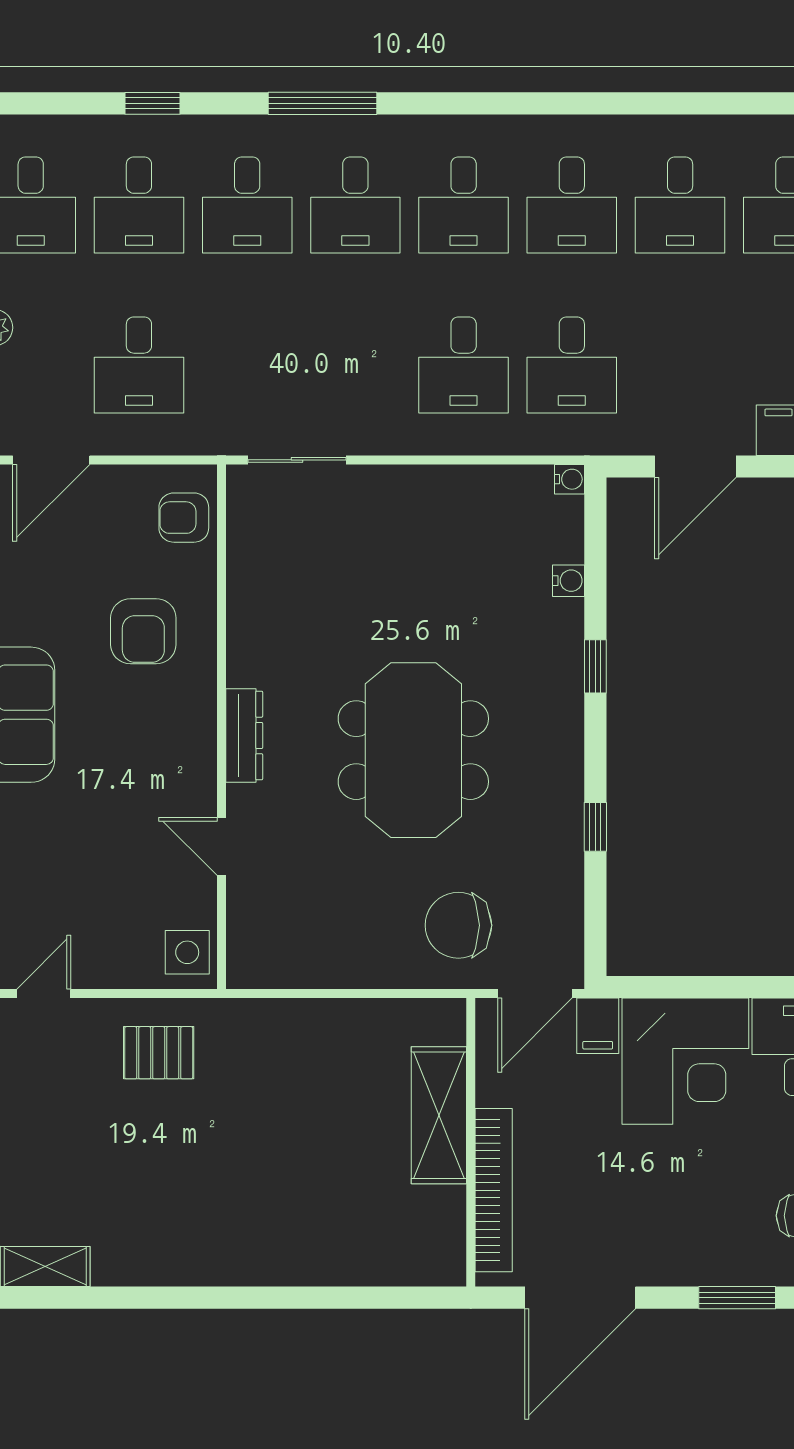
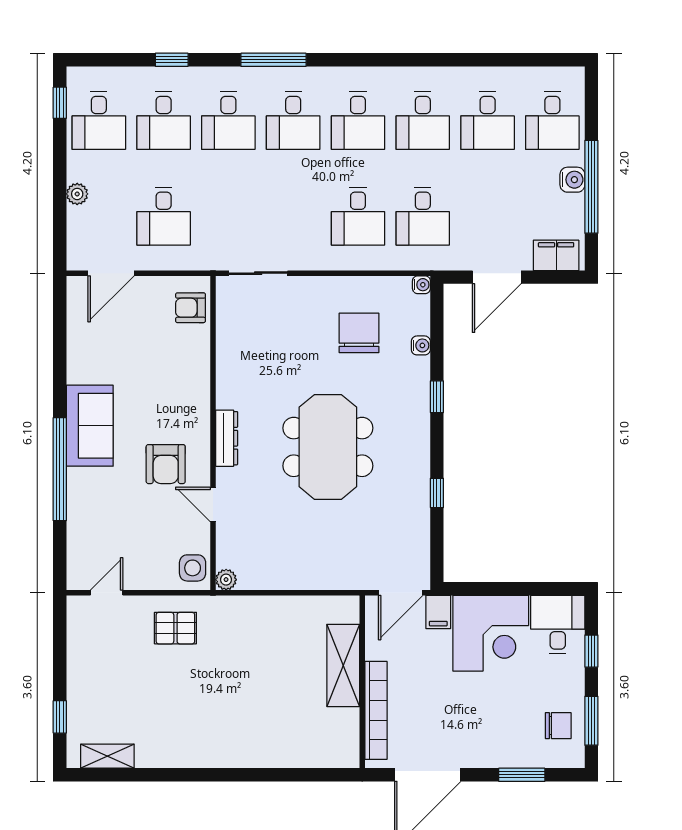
armchair: (143, 631) -> (166, 464), moved
chair: (458, 925) -> (359, 333), moved, turned 90
plant: (243, 972) -> (226, 580), added

